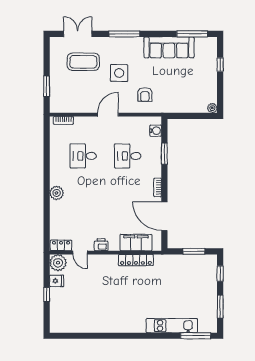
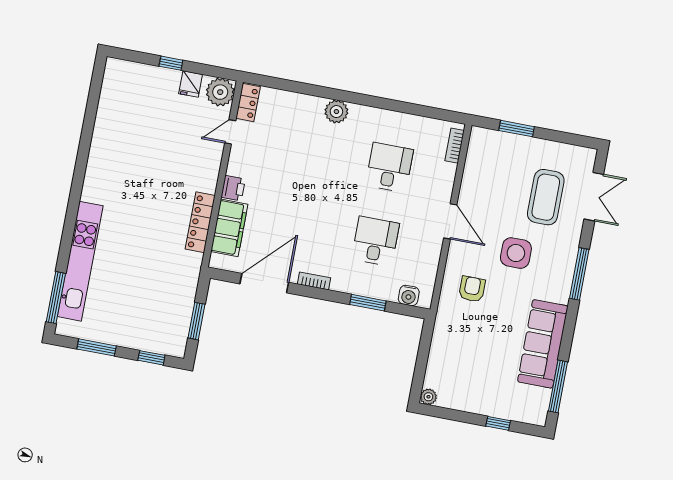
armchair: (145, 95) -> (472, 289), turned 90
printer: (101, 245) -> (233, 188), moved
kitchen unit: (172, 326) -> (80, 261), width x1.36

